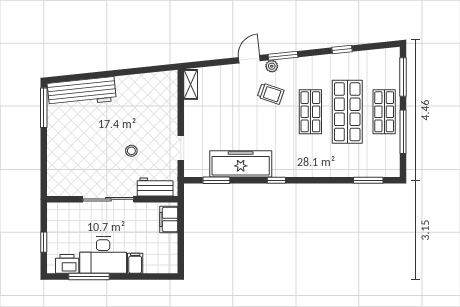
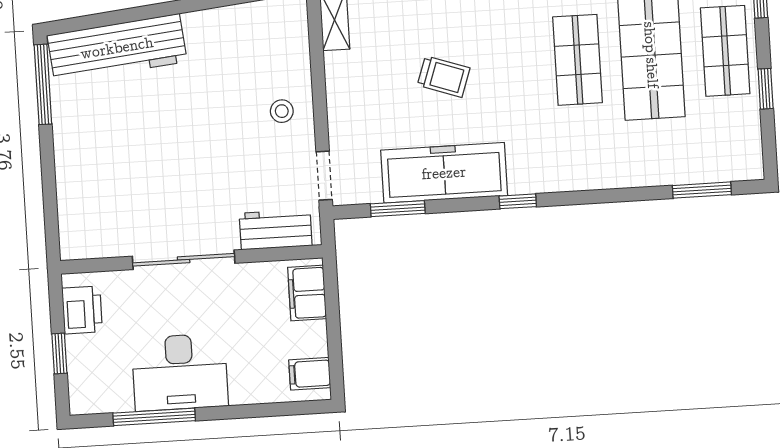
trolley: (271, 94) -> (444, 77), moved
window: (403, 132) -> (766, 89), width x0.46
doorway: (181, 148) -> (324, 176), moved
stool: (131, 151) -> (282, 111), moved
filing cabinet: (135, 263) -> (310, 374), moved, turned -90
printer: (67, 264) -> (82, 310), moved, turned 90

